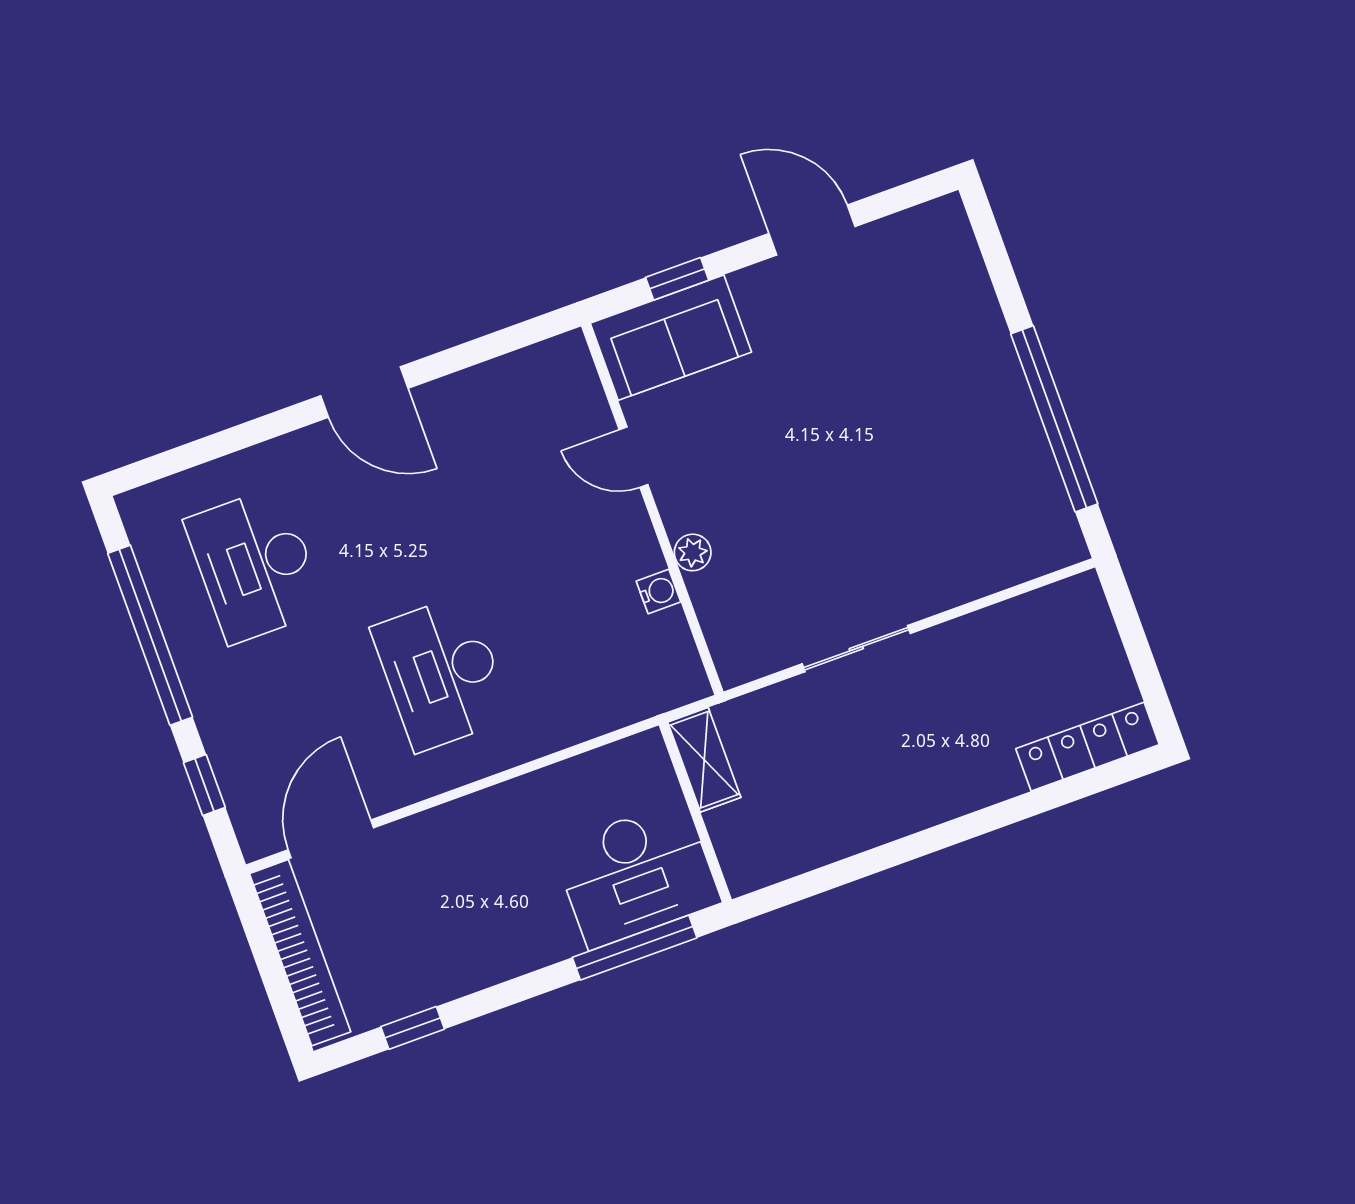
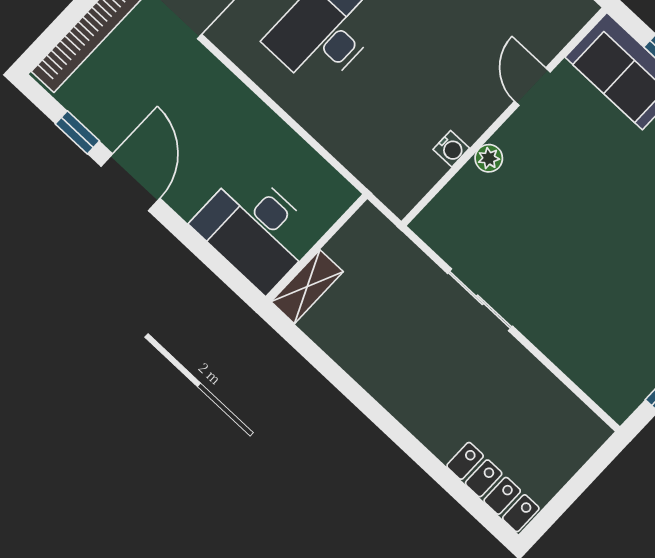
shelving: (704, 760) -> (307, 287), moved
window: (635, 948) -> (206, 253), removed
door: (504, 995) -> (130, 182), added

